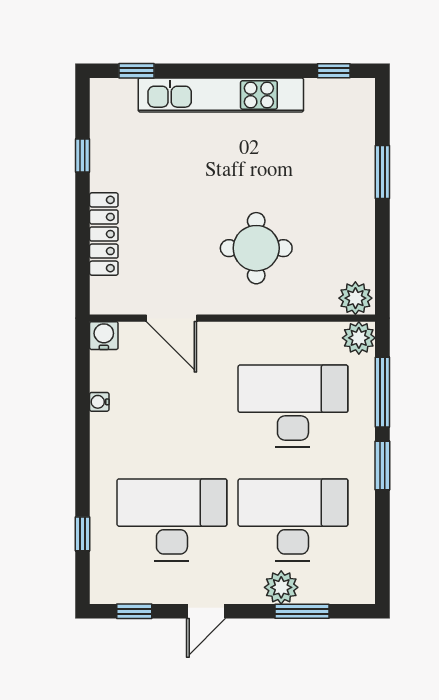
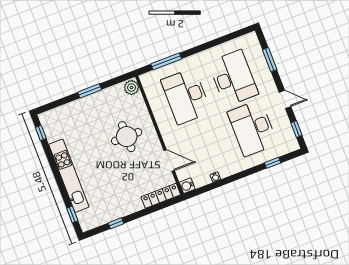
window: (382, 172) -> (90, 91), moved
locker: (104, 234) -> (161, 196), moved
door: (172, 318) -> (169, 160), hinge flipped
plant: (359, 338) -> (147, 80), removed
window: (382, 466) -> (196, 50), removed
desk: (293, 520) -> (233, 78), turned 180
plant: (281, 587) -> (263, 72), removed

